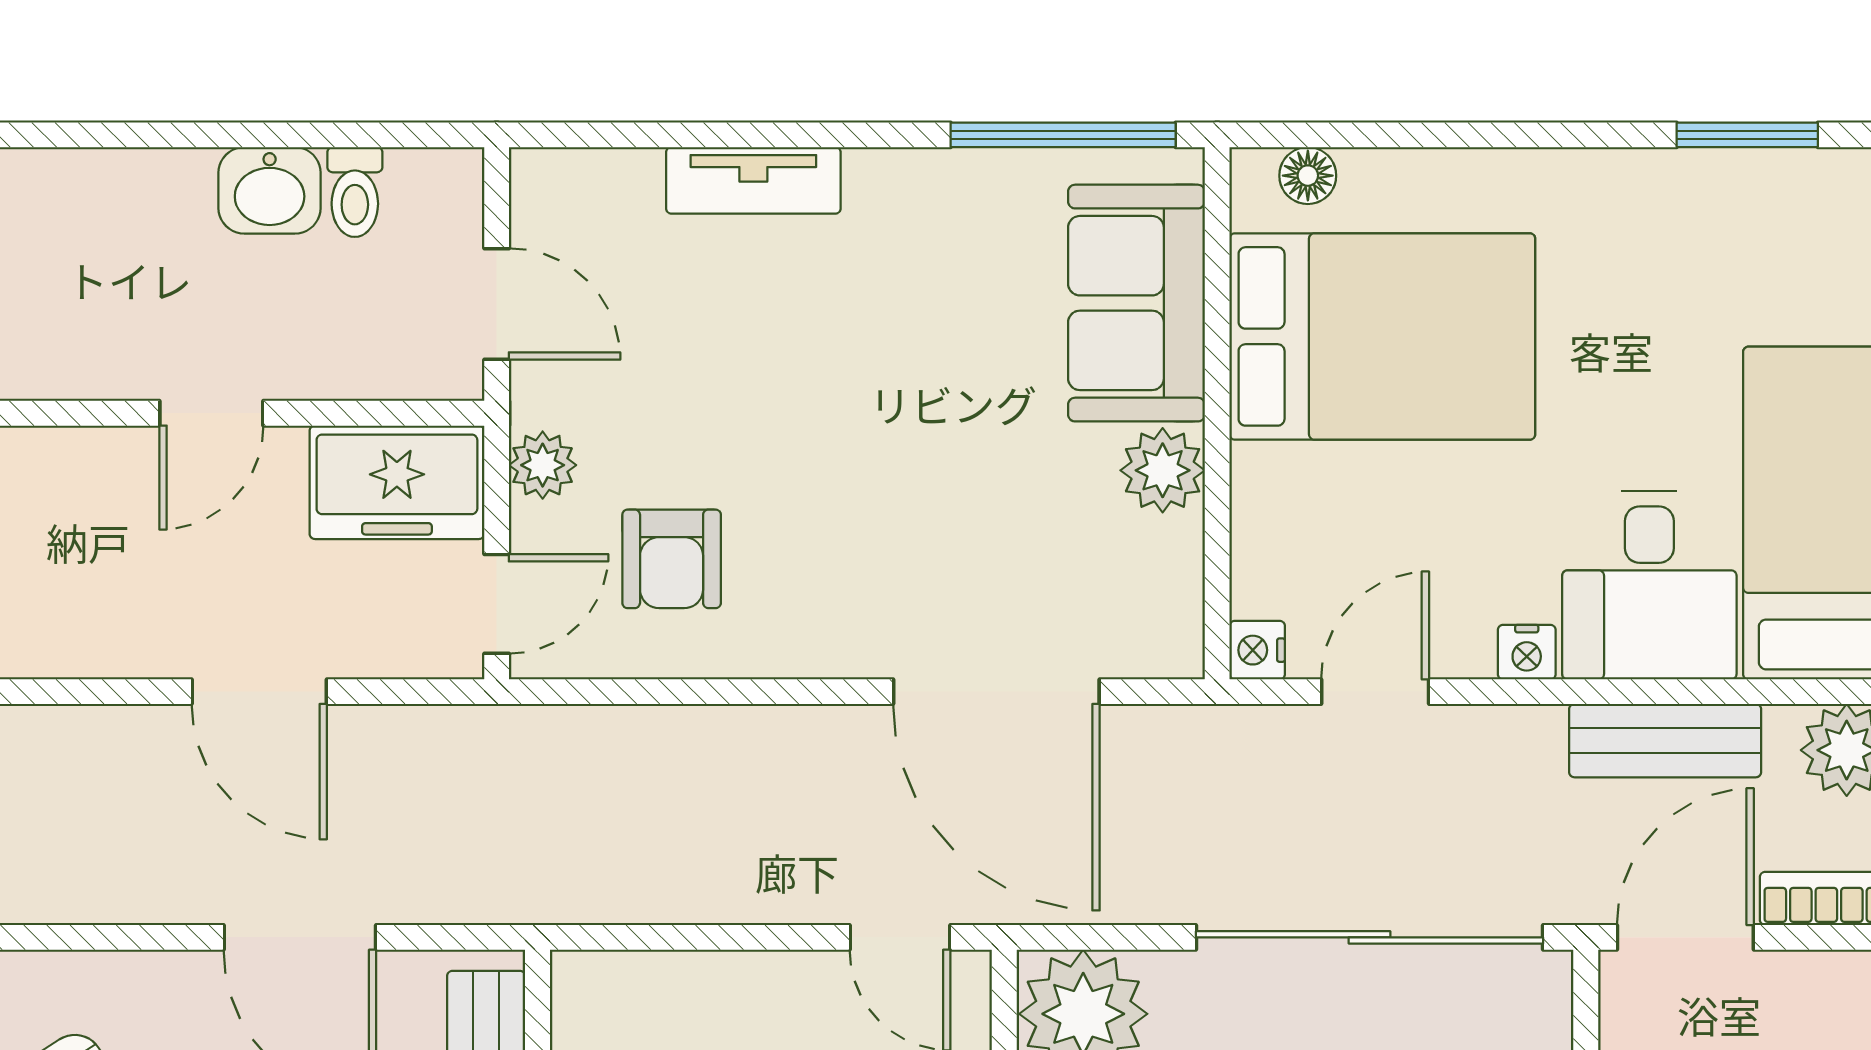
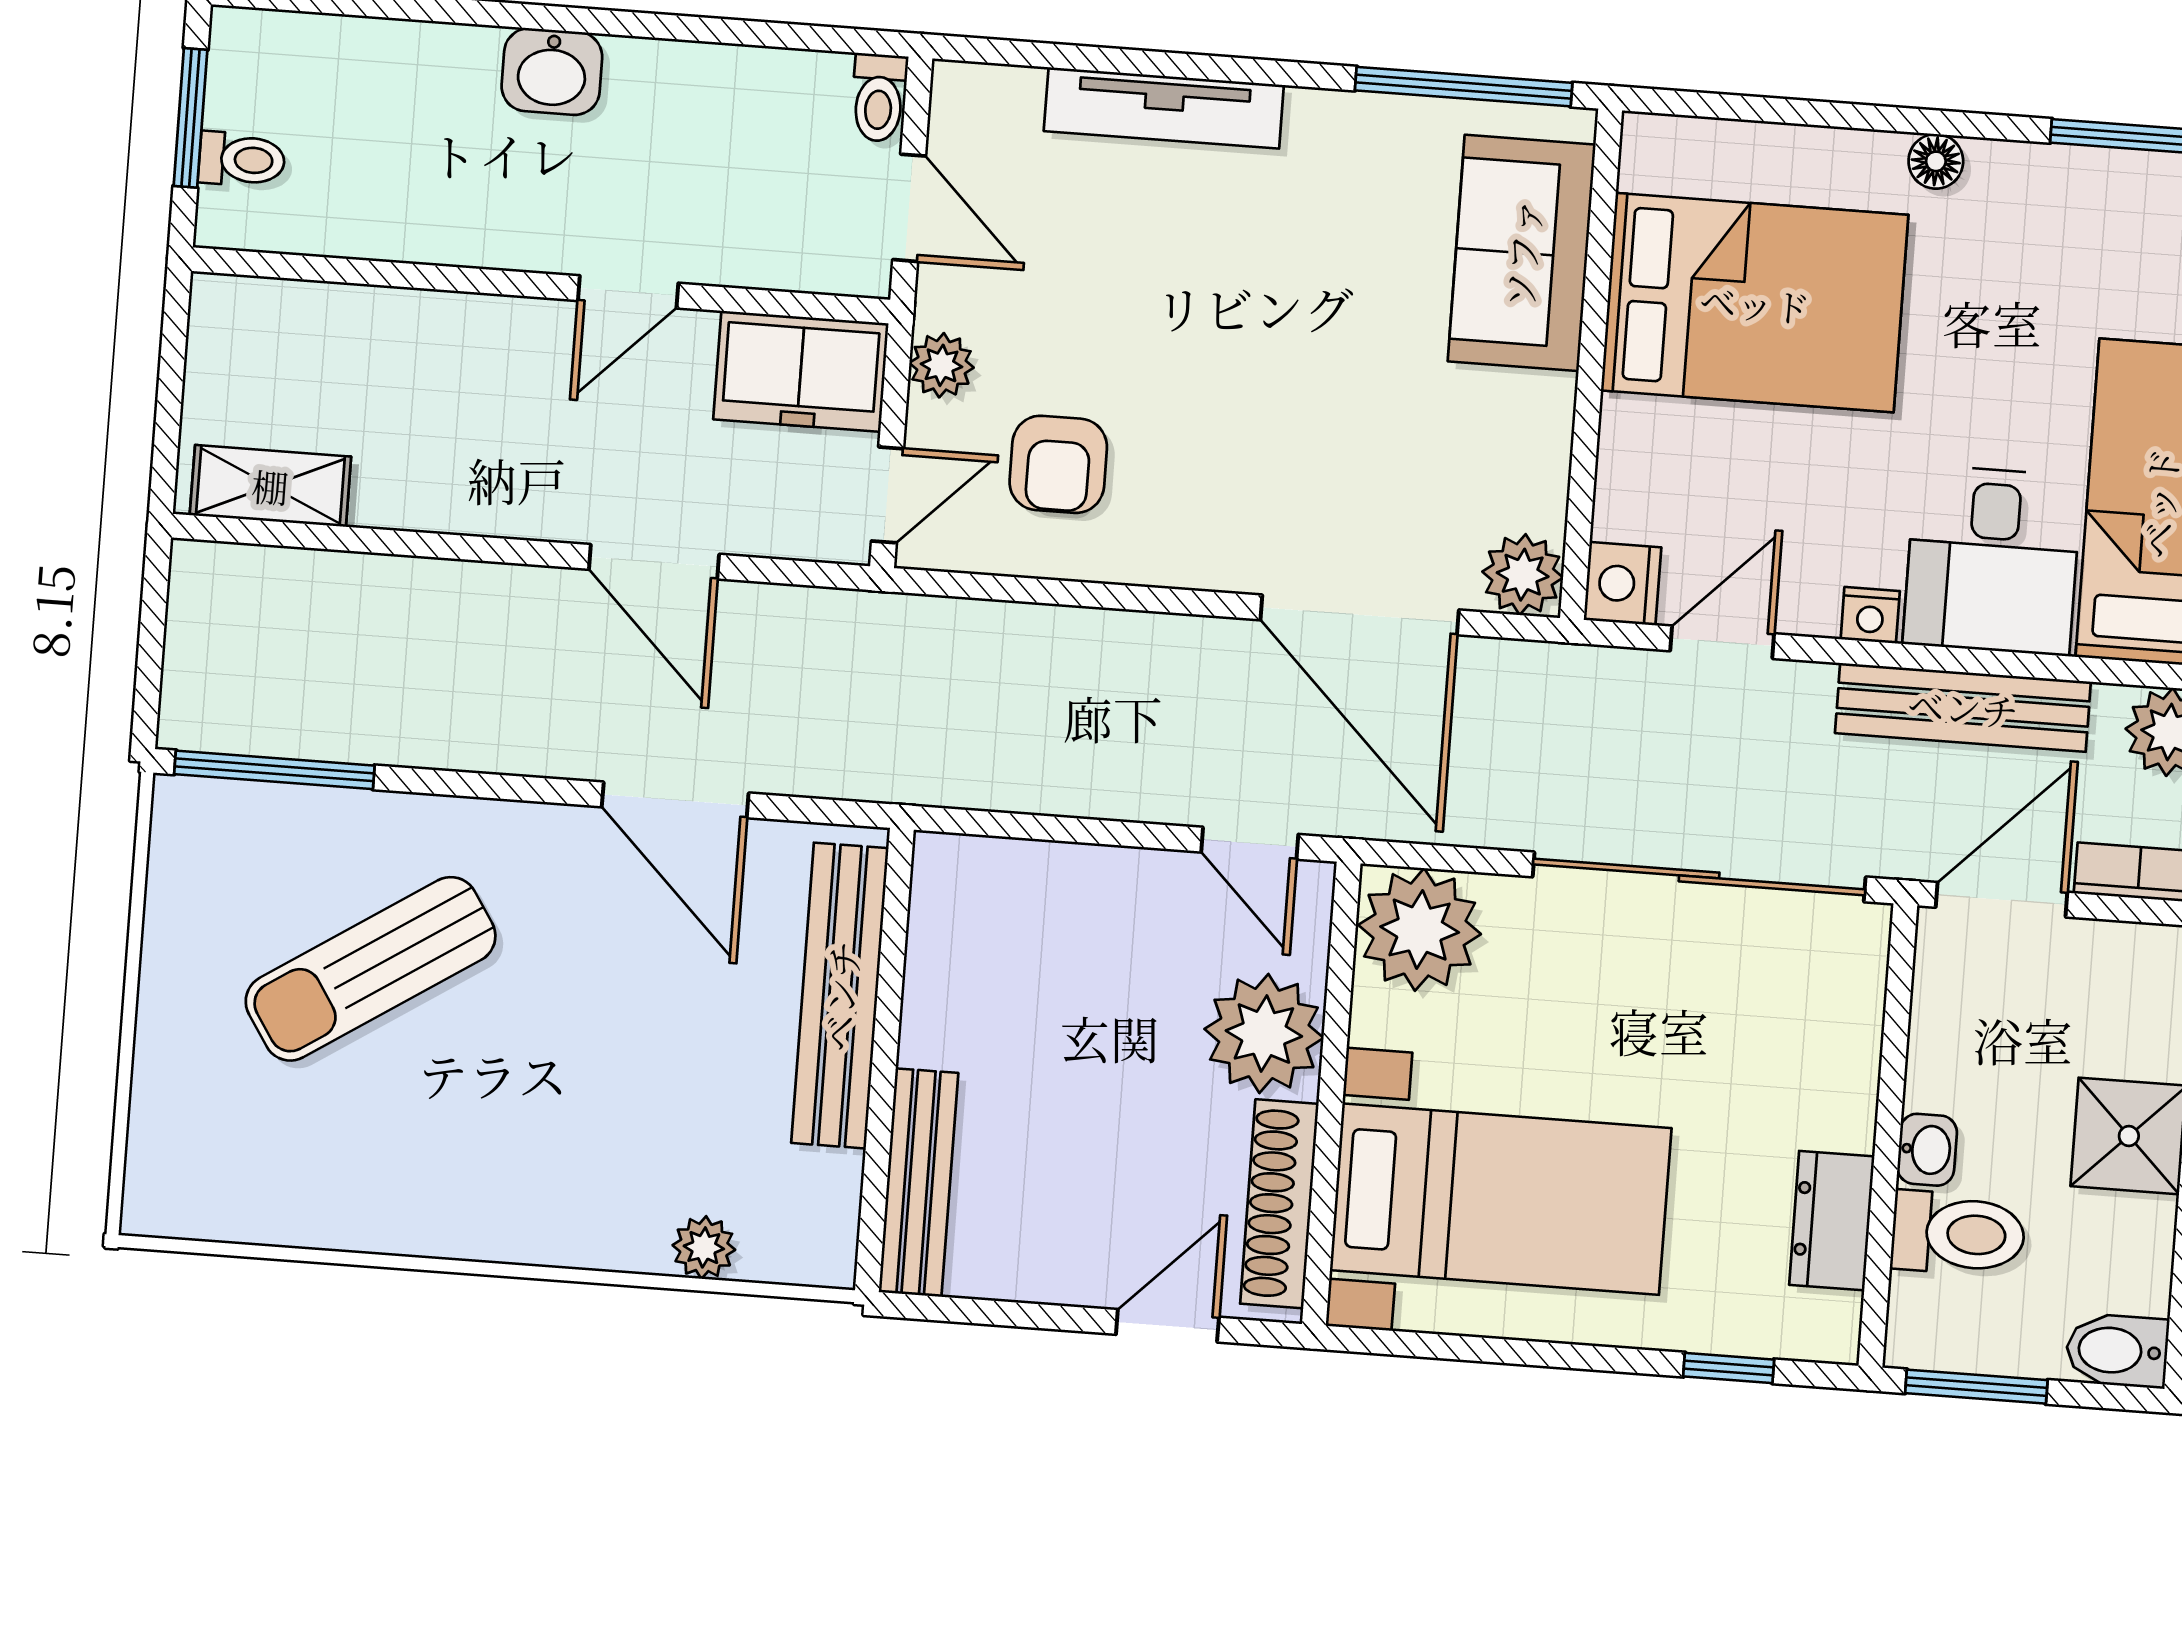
floor lamp: (1308, 176) -> (1936, 161), moved
tv unit: (753, 180) -> (1164, 108), width x1.41
washbasin: (270, 190) -> (552, 72), moved
toilet: (355, 192) -> (879, 98), moved
plant: (1163, 470) -> (1523, 575), moved
nightstand: (1257, 650) -> (1622, 584), width x1.39, depth x1.35
bench: (1665, 741) -> (1963, 707), width x1.36

